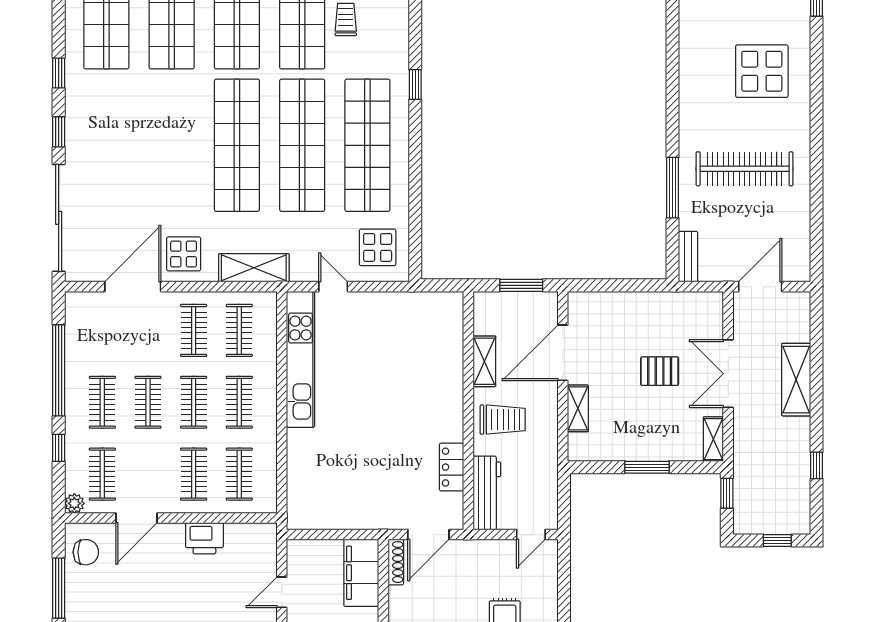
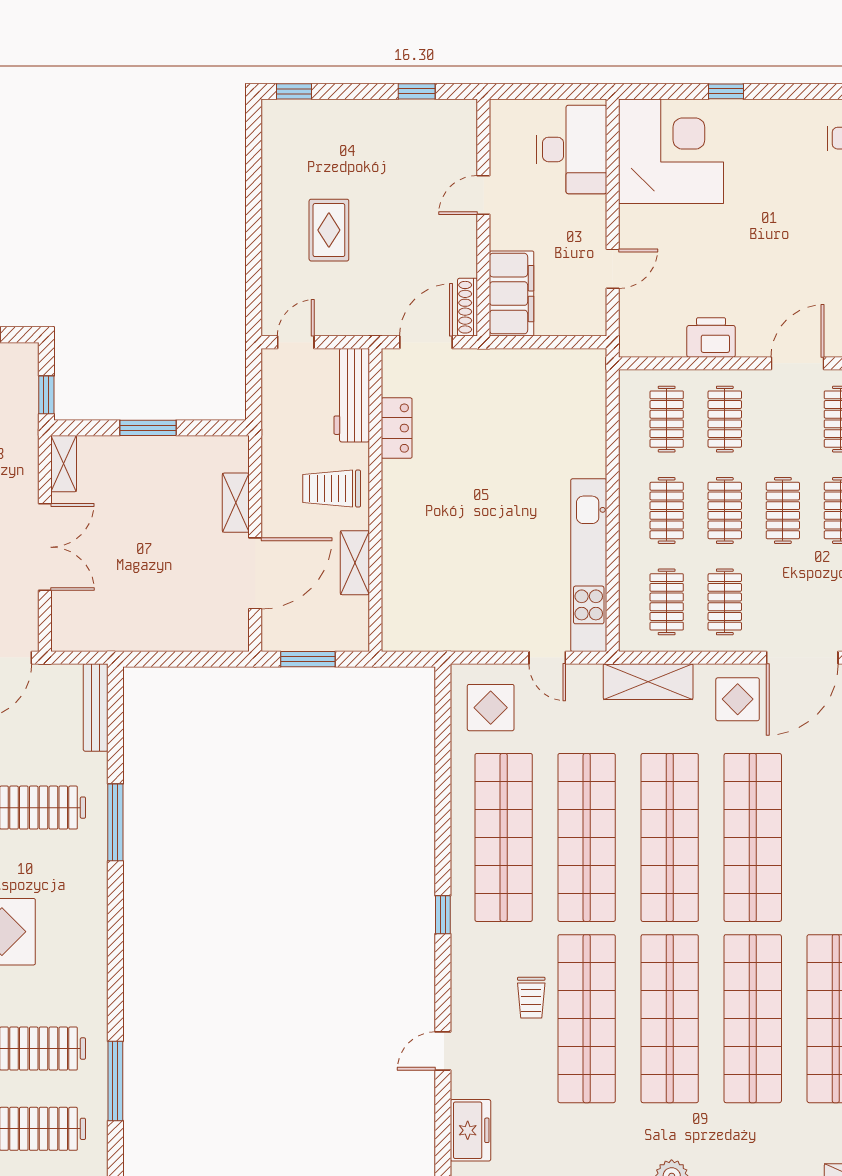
shop shelf: (172, 145) -> (753, 837), added
window: (673, 188) -> (115, 822), moved
bench: (688, 257) -> (96, 707), width x1.36
pallet: (660, 371) -> (132, 550), removed

